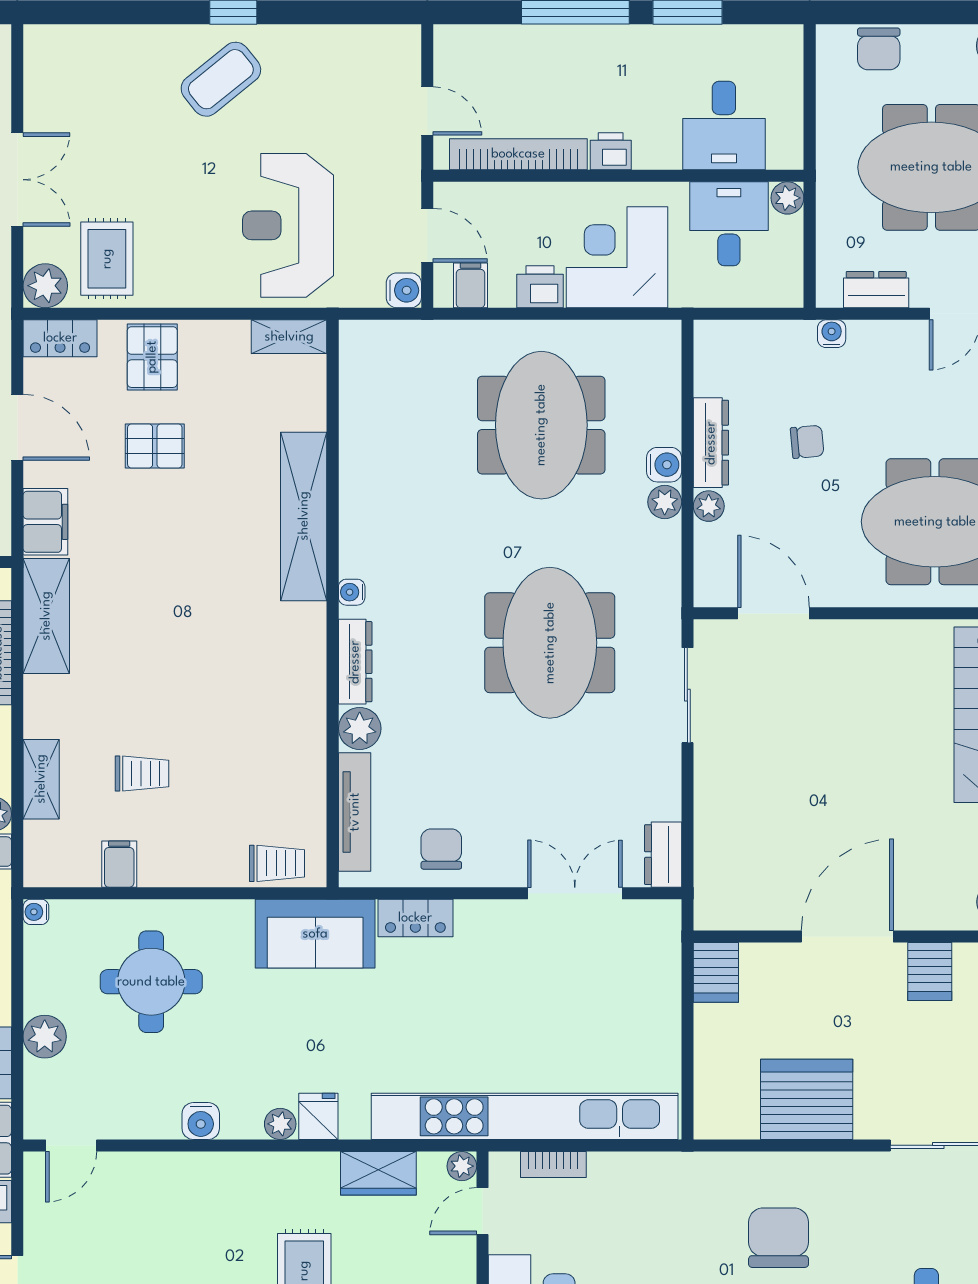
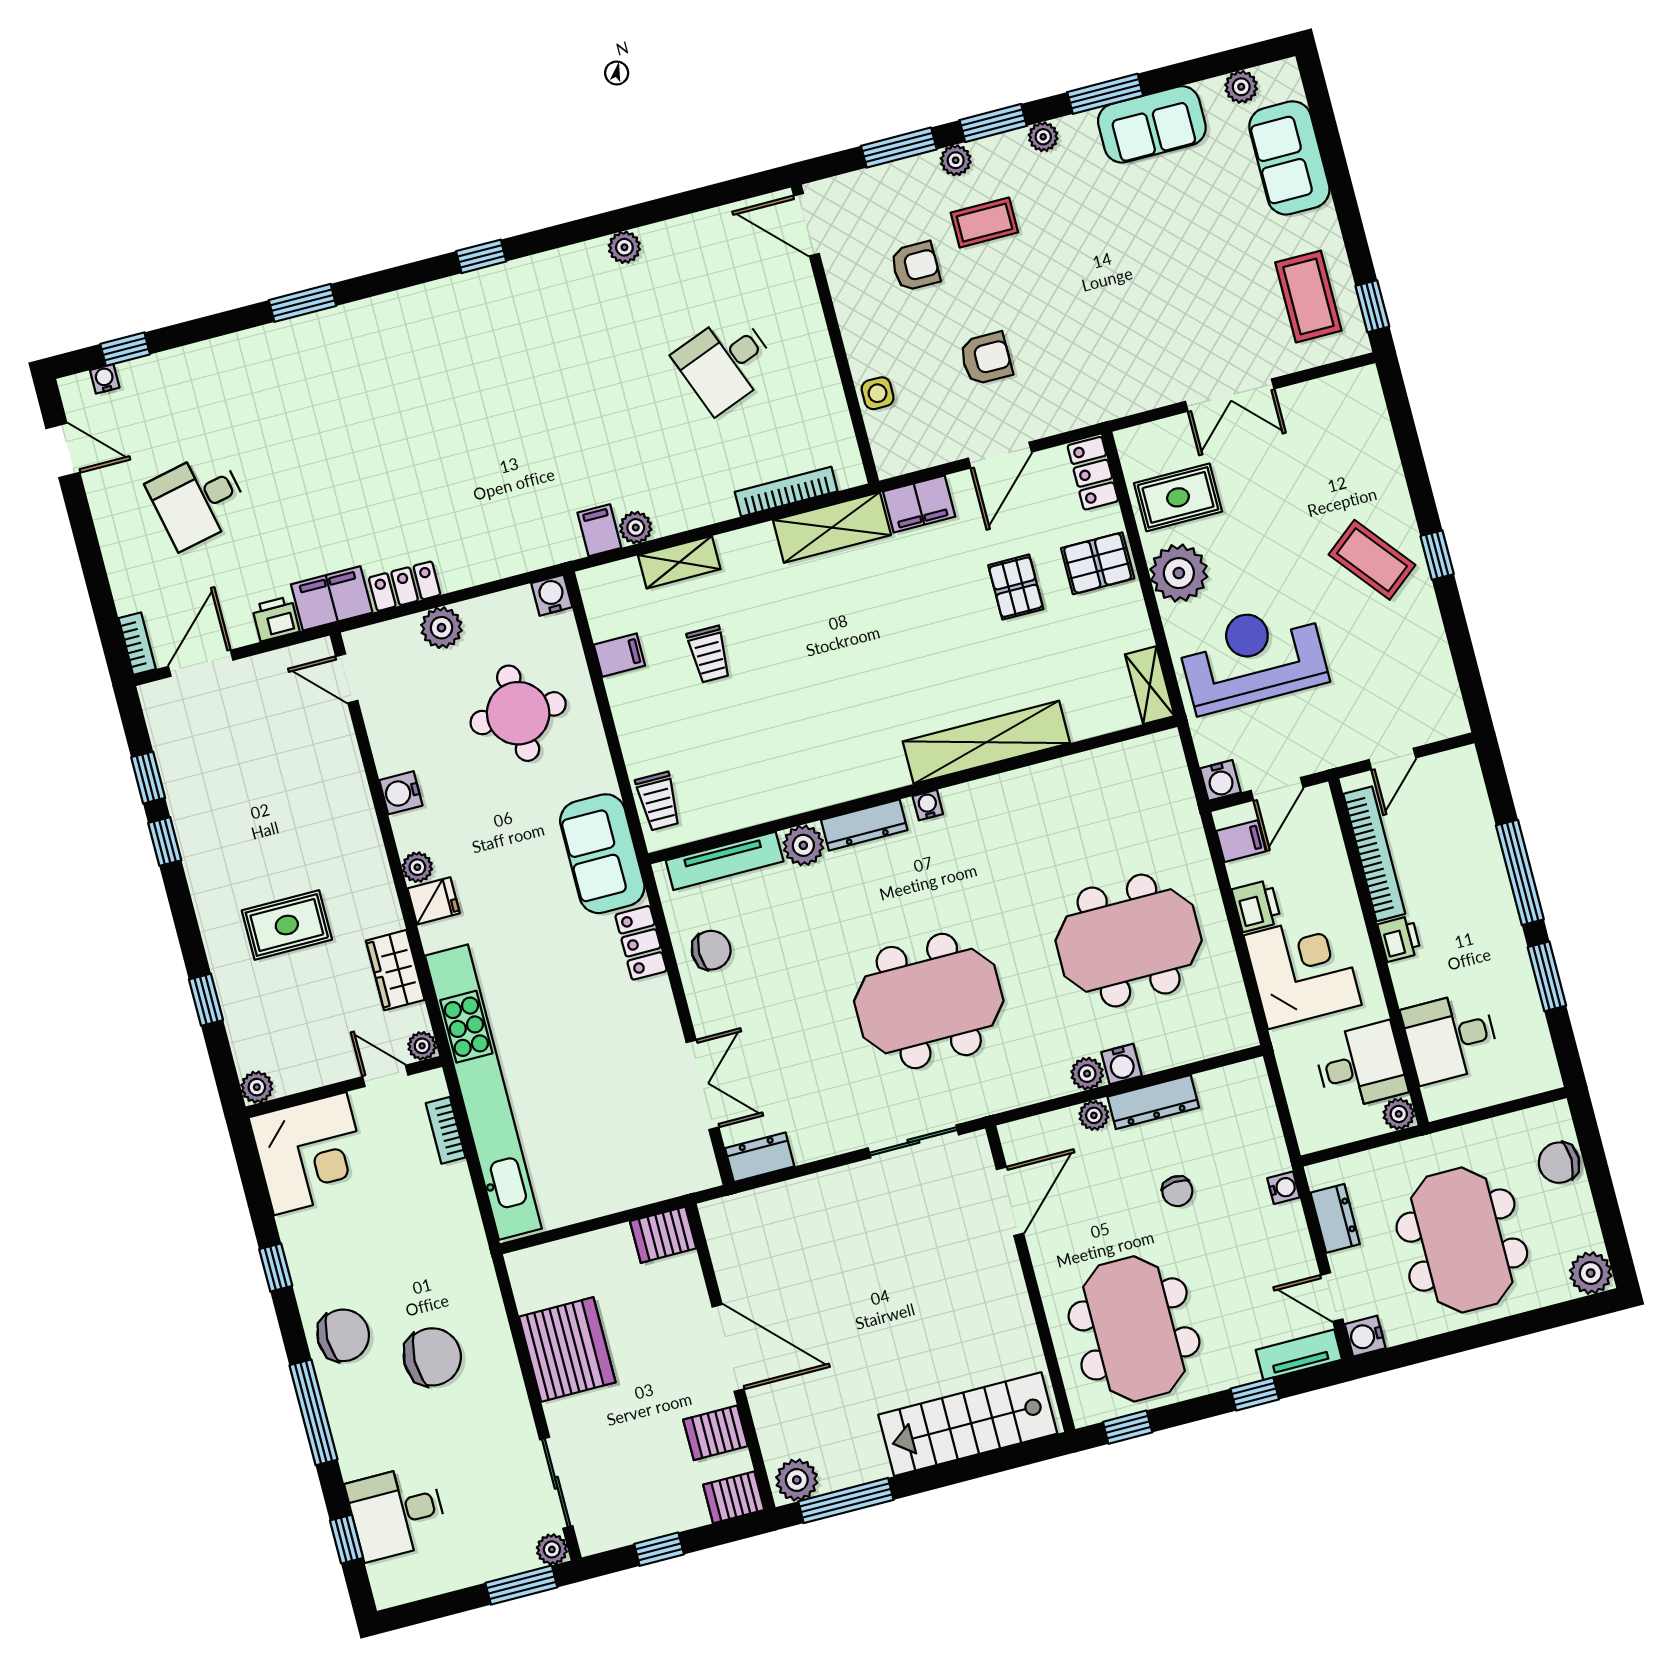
plant: (45, 286) -> (1179, 573), moved, width x1.36, depth x1.36
water cooler: (36, 912) -> (552, 595), width x1.38, depth x1.38

